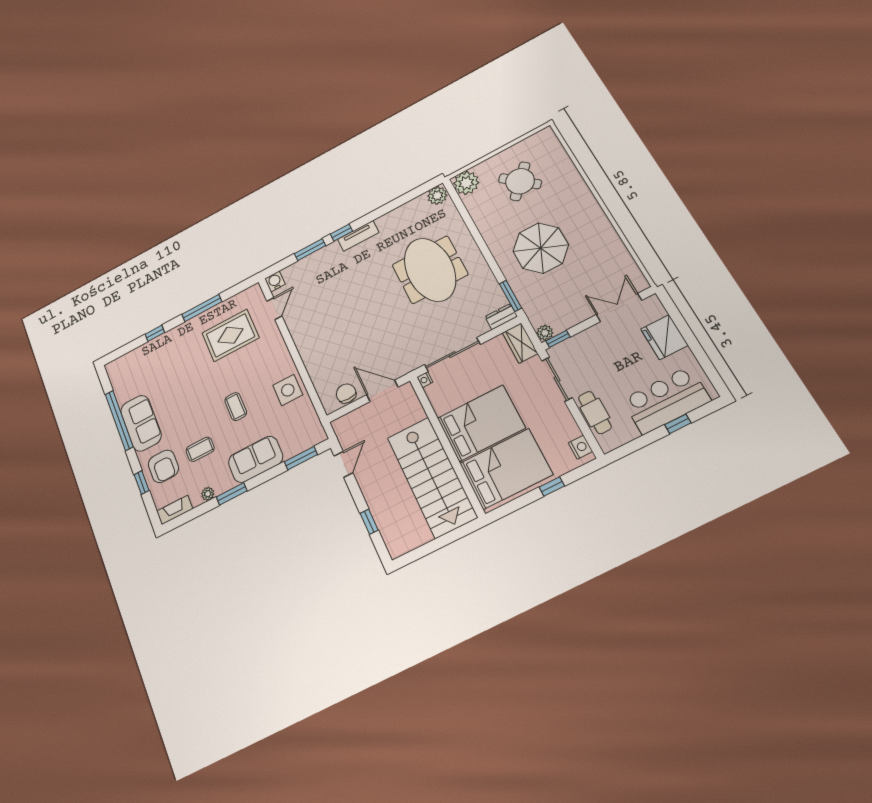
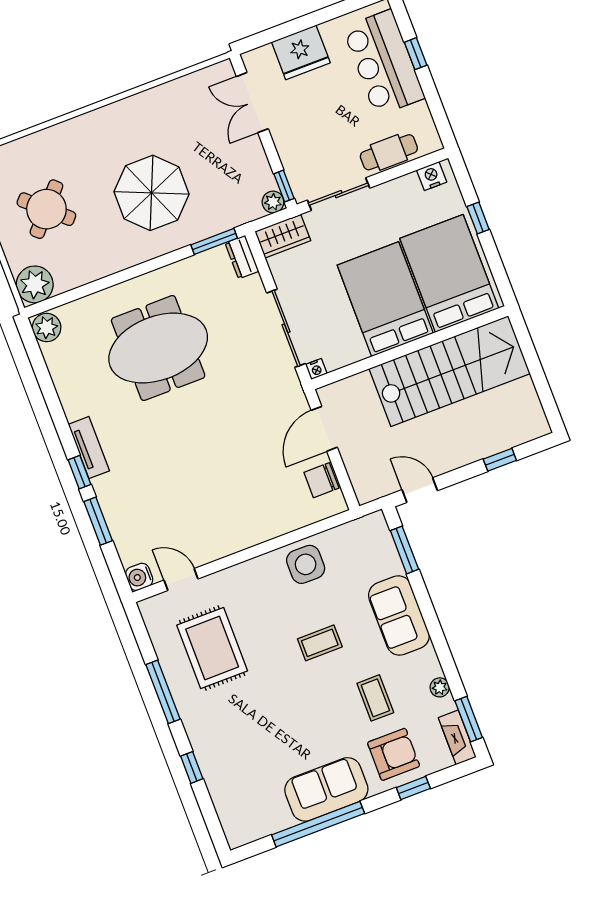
window: (232, 494) -> (469, 719), moved

